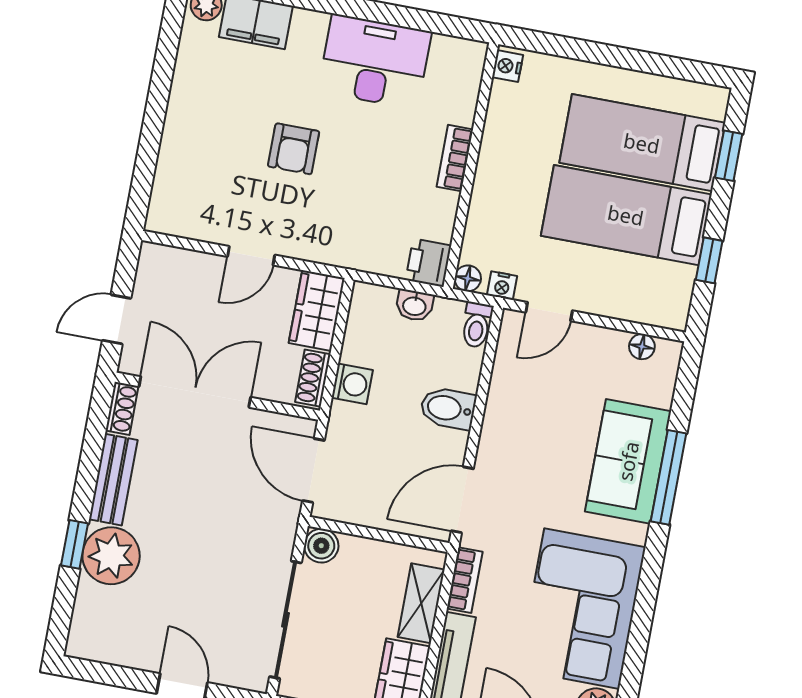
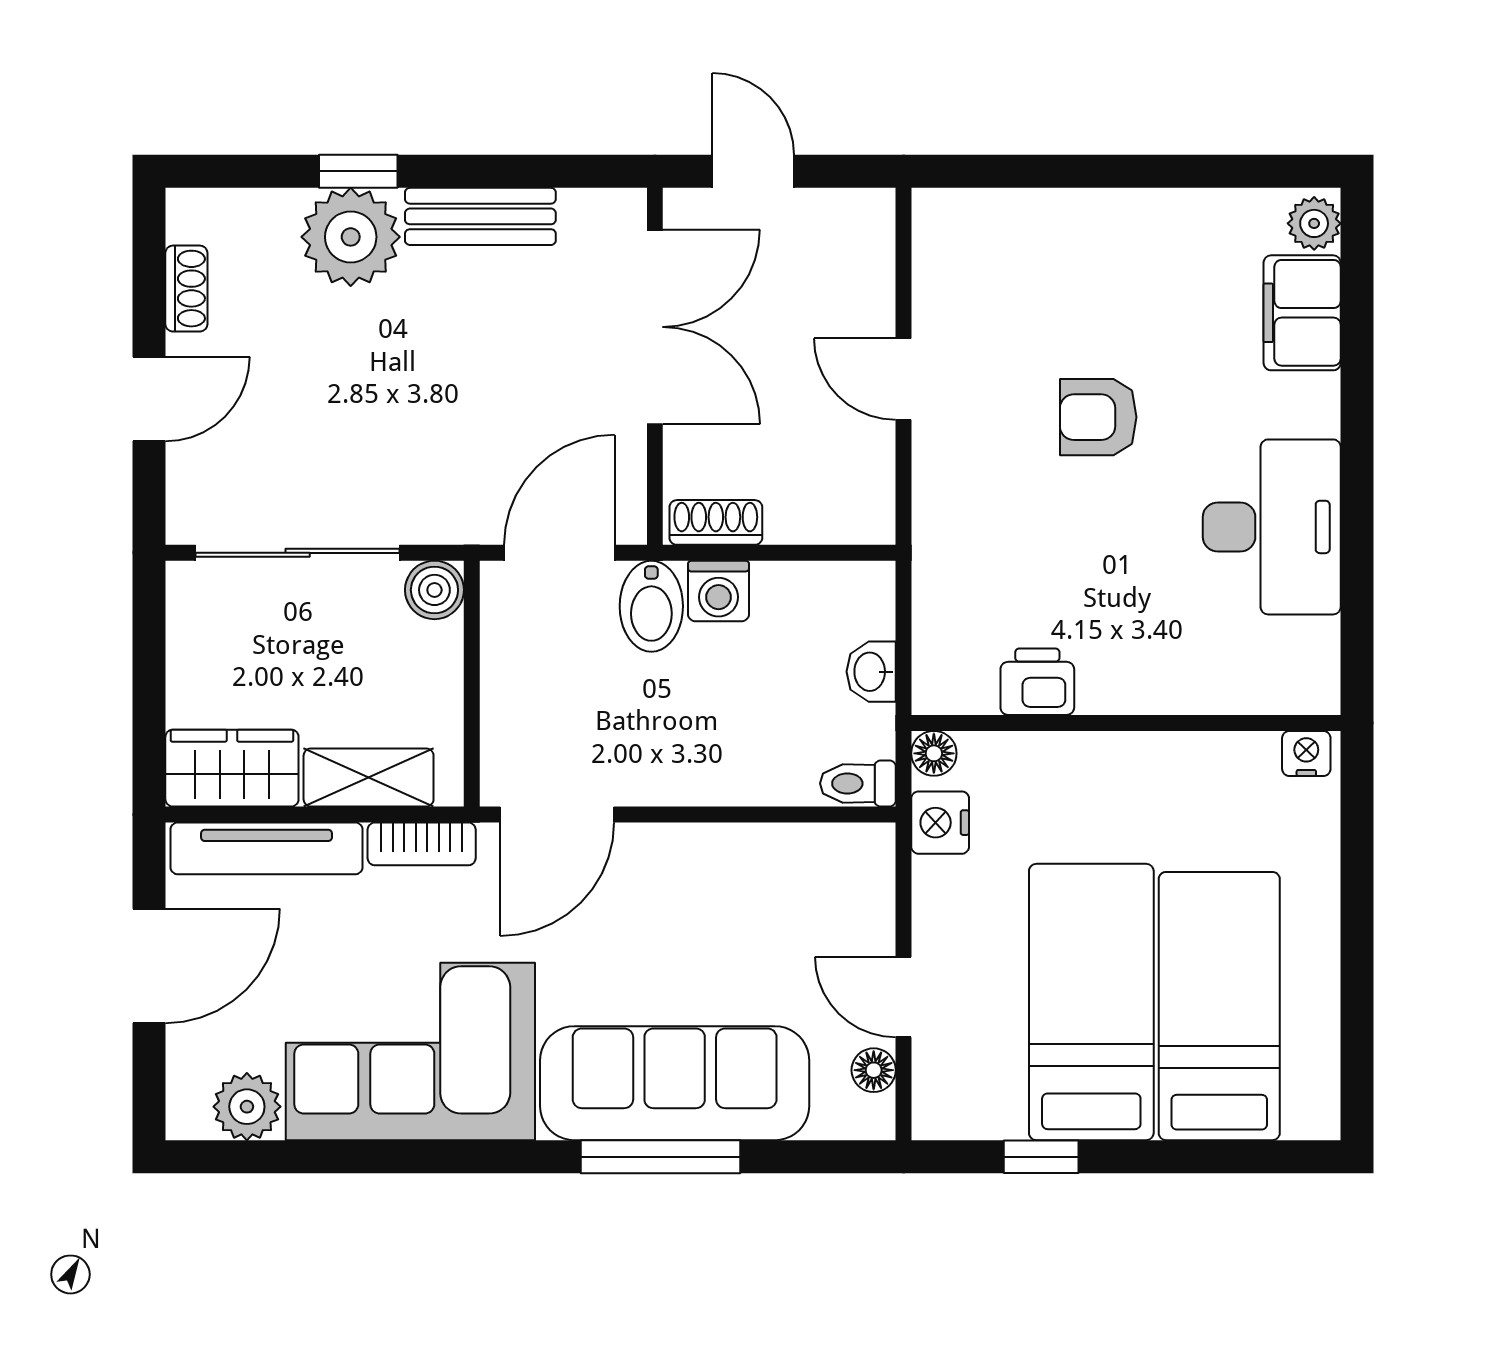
window: (729, 156) -> (1224, 1157), removed
bookcase: (455, 158) -> (1134, 693), removed
printer: (428, 263) -> (1037, 682), moved
nightstand: (502, 286) -> (940, 823), width x1.39, depth x1.35
wardrobe: (317, 311) -> (832, 508), removed
door: (549, 312) -> (903, 997), moved
shoe rack: (122, 408) -> (186, 289), moved, turned -90
bidet: (448, 408) -> (651, 606), moved, turned 180
sofa: (628, 461) -> (675, 1083), width x1.36
door: (462, 500) -> (557, 815), swing flipped

